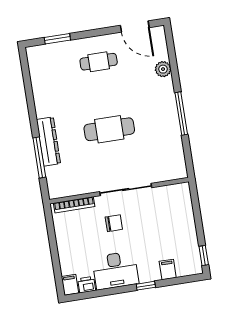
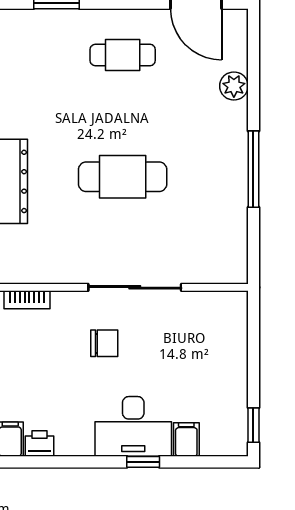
bookcase: (74, 205) -> (27, 300), width x0.64
desk: (115, 270) -> (133, 426), moved

